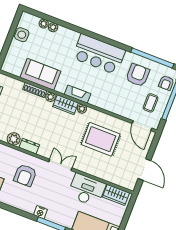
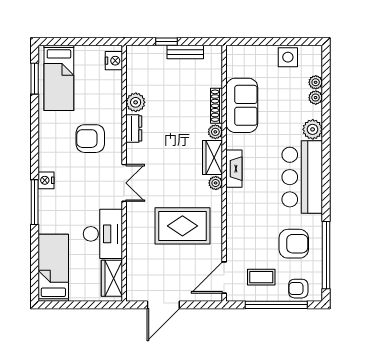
plant: (72, 37) -> (313, 129), added
rug: (101, 139) -> (182, 226), turned 90

